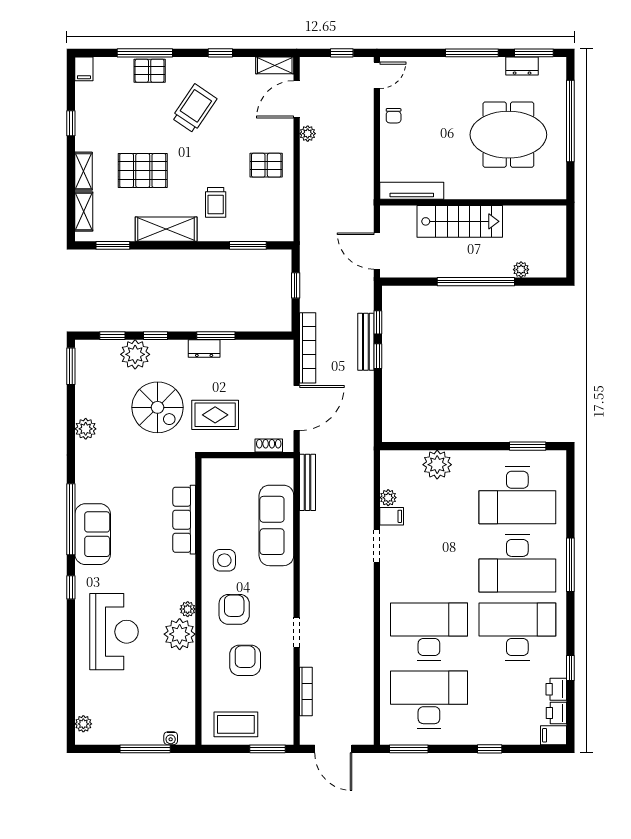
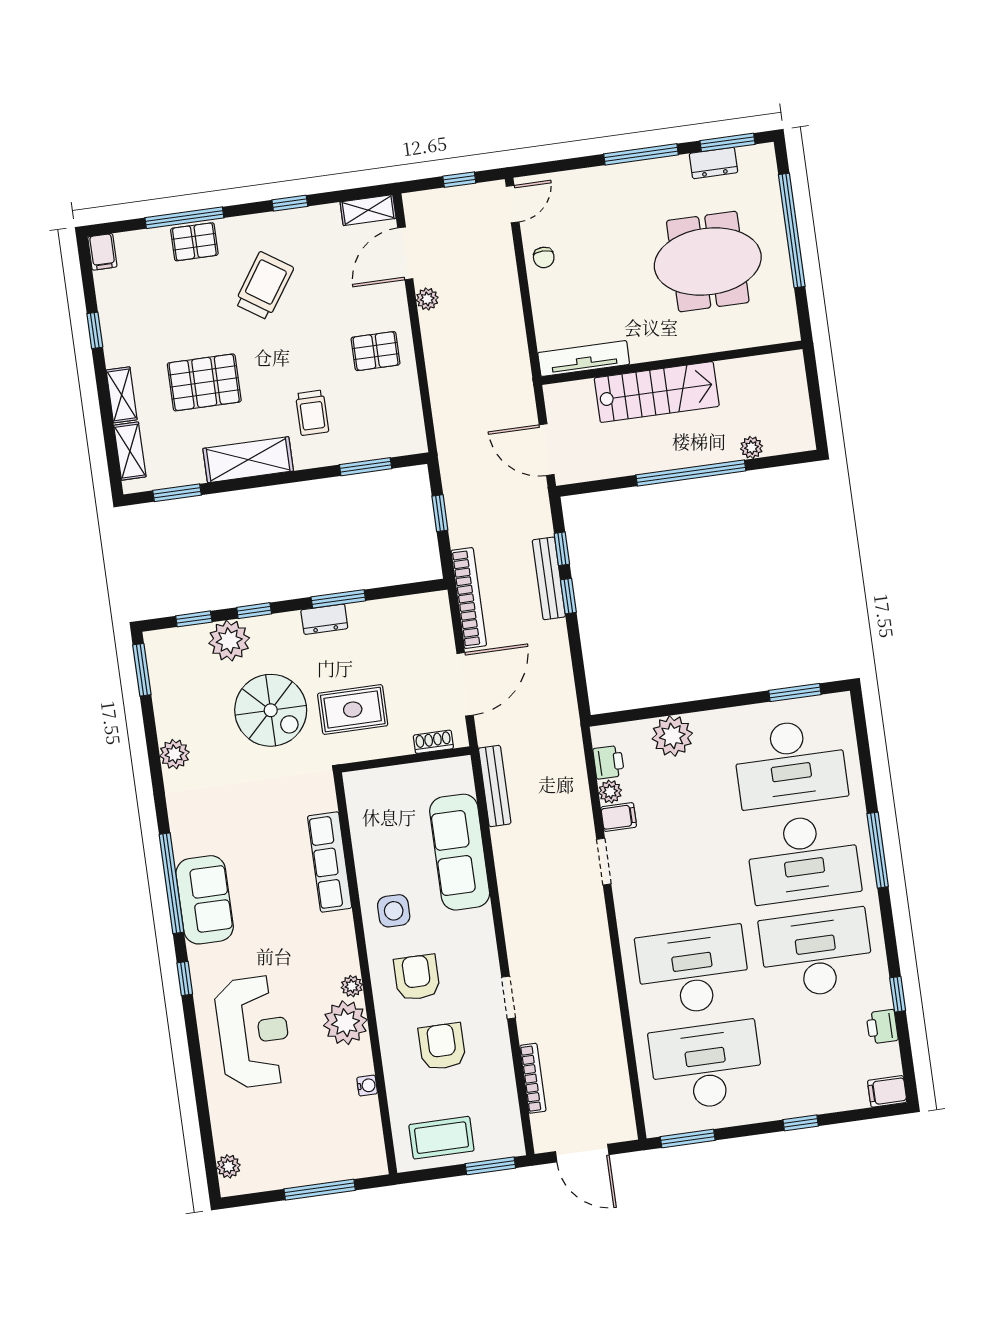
printer: (556, 713) -> (609, 762), moved, turned 180
water cooler: (171, 738) -> (367, 1086), moved, turned -90

